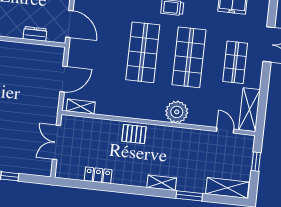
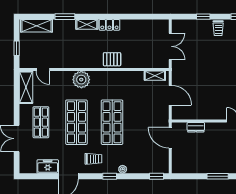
door: (63, 79) -> (170, 95), swing flipped
locker: (98, 175) -> (109, 25), moved

